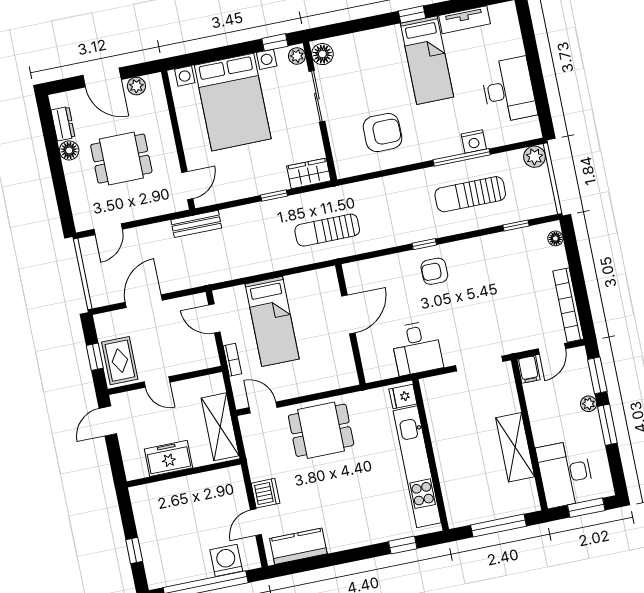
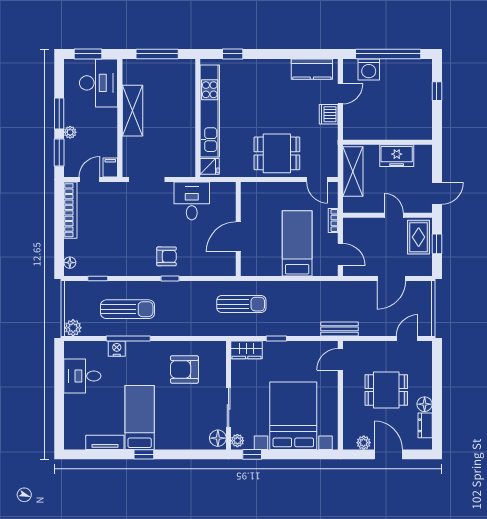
desk: (509, 90) -> (82, 376), width x0.73

